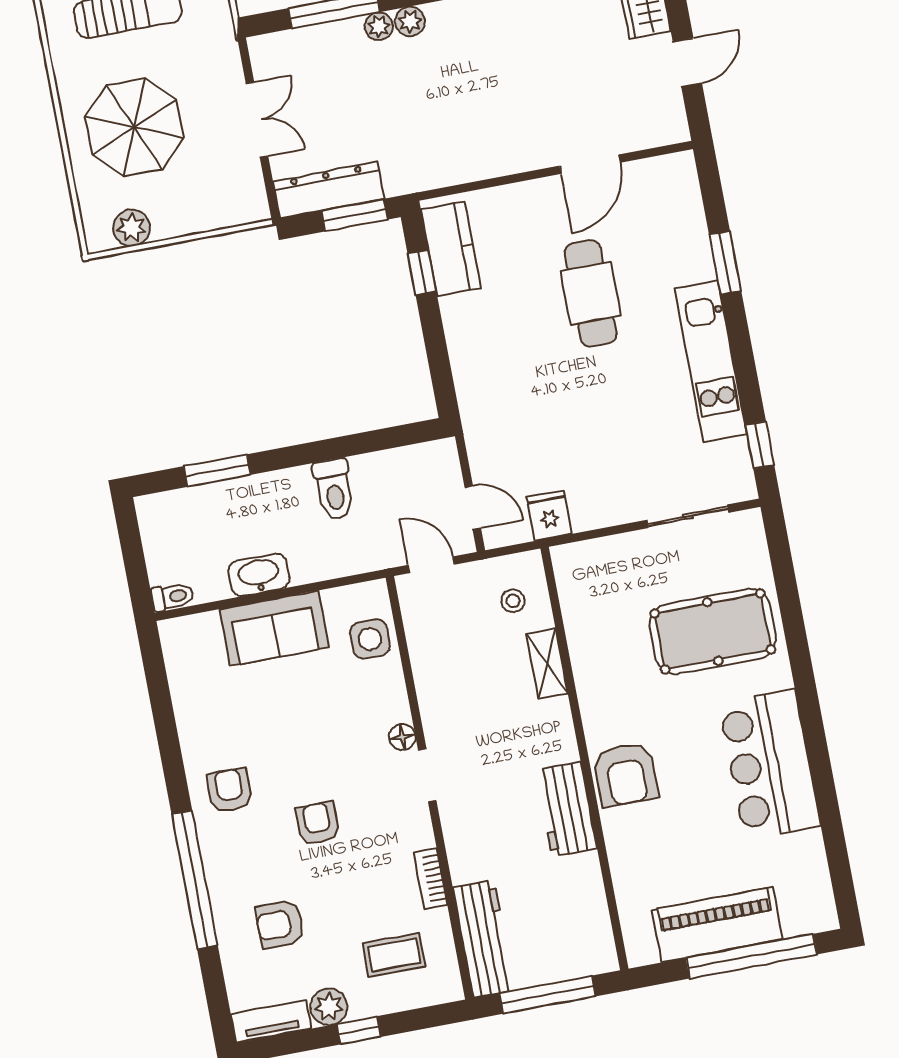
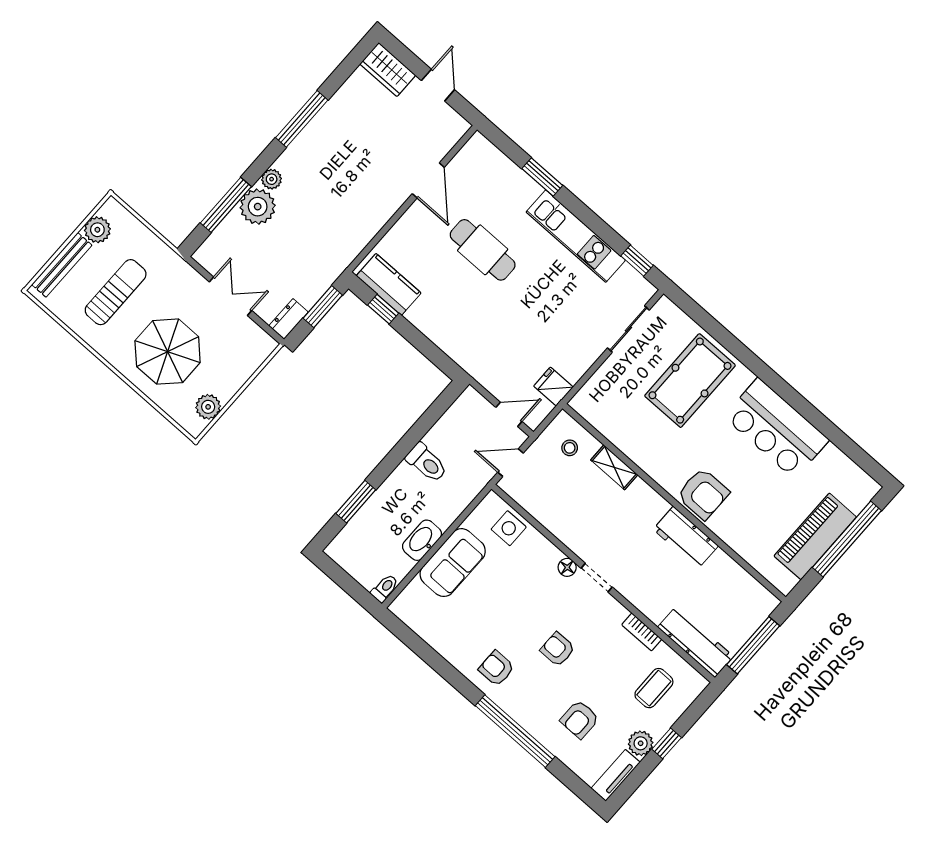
plant: (379, 26) -> (258, 207), width x1.88, depth x1.88
dresser: (329, 190) -> (288, 319), width x0.51, depth x0.80

